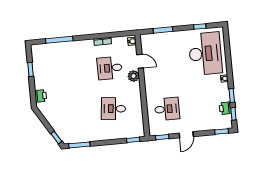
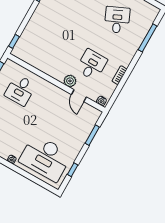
door: (140, 61) -> (79, 96), hinge flipped
desk: (113, 109) -> (117, 20), moved, turned -30

